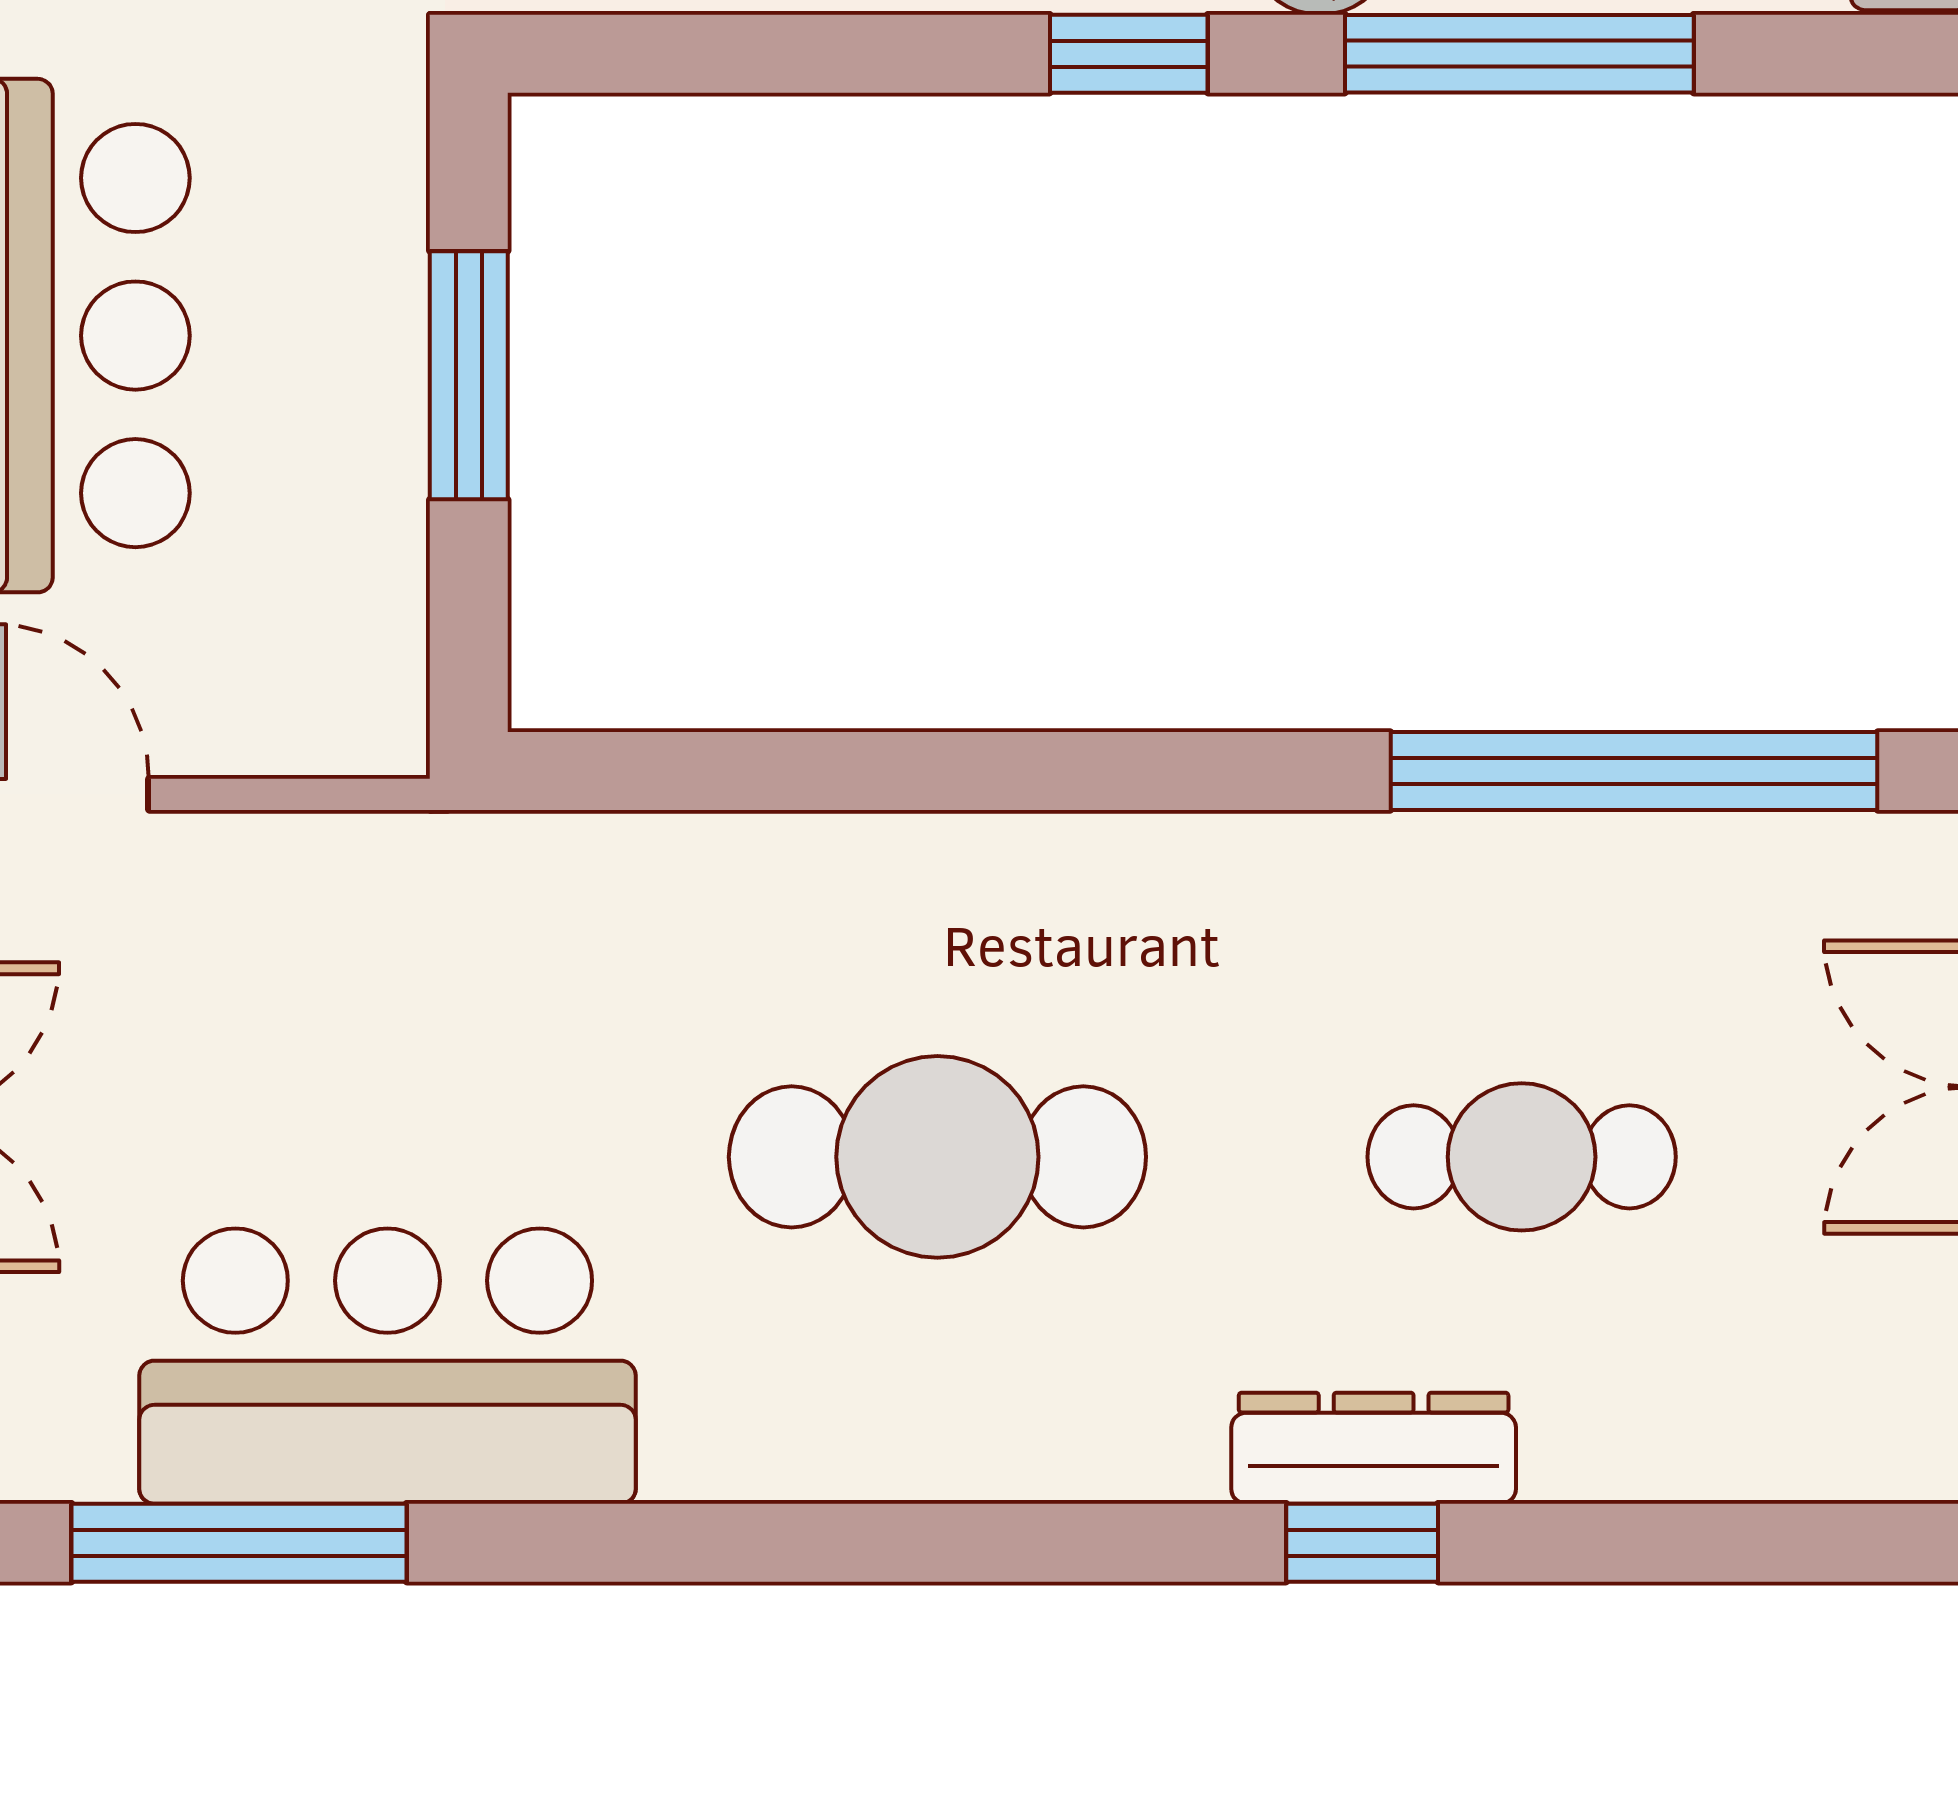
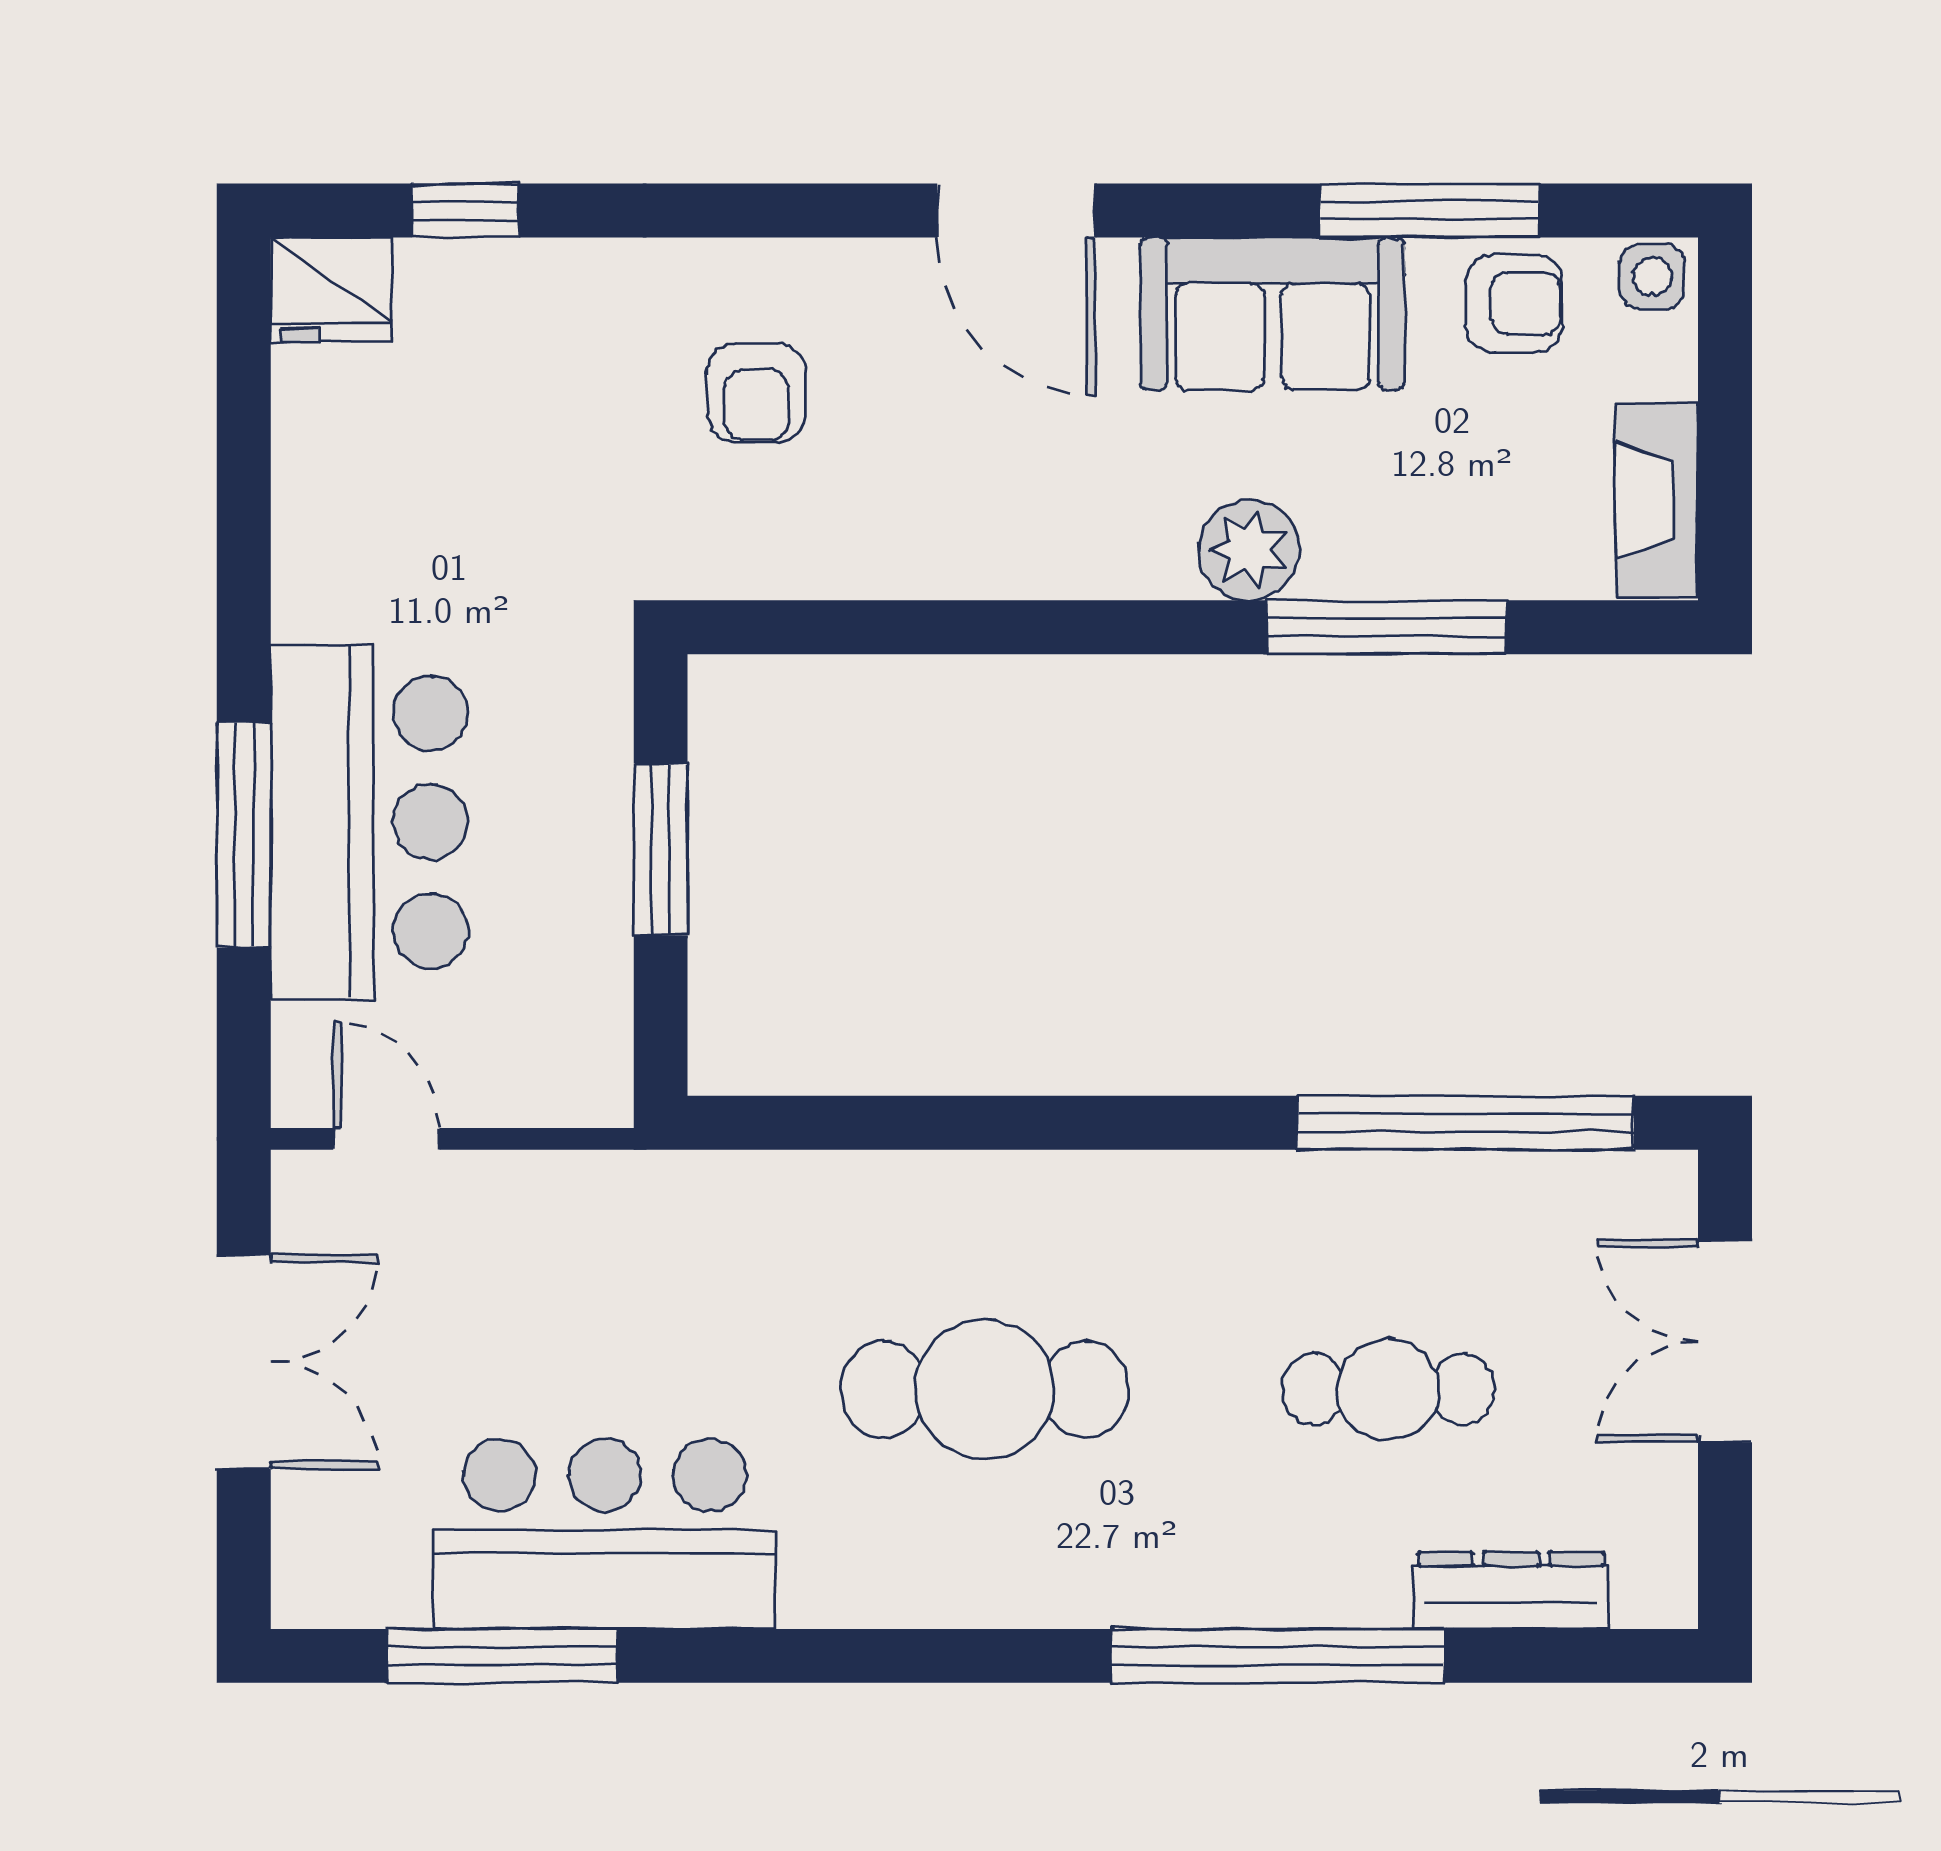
window: (1129, 54) -> (1117, 627), removed
dresser: (1374, 1448) -> (1511, 1591), moved
window: (1362, 1543) -> (1278, 1656), width x3.17

